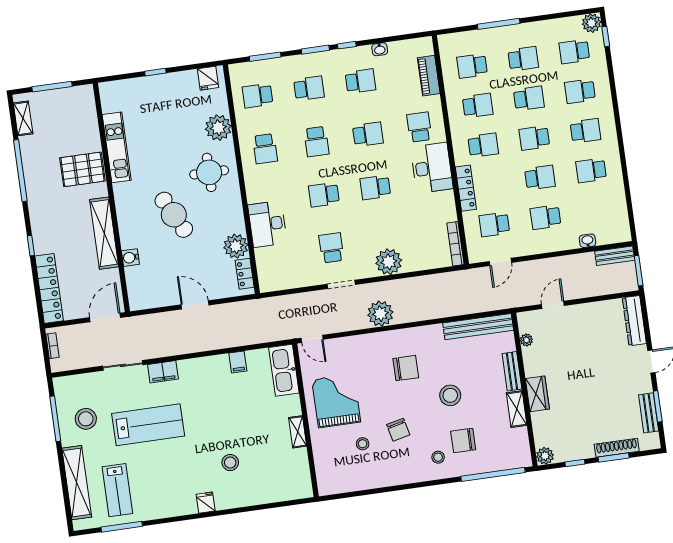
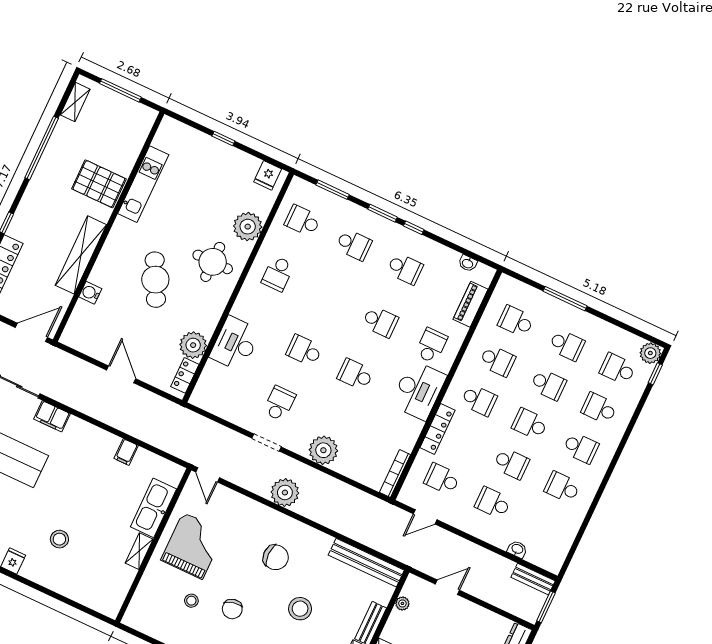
washbasin: (380, 49) -> (468, 263), moved
school desk: (316, 142) -> (329, 298), removed
kitchen sink: (284, 370) -> (153, 508), moved

